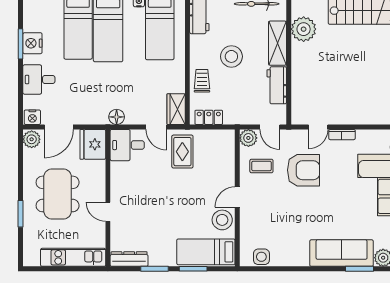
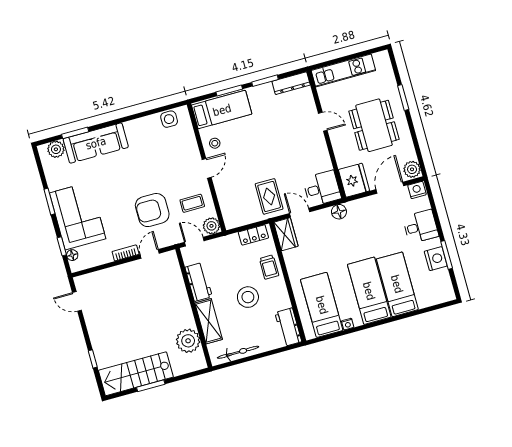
stool: (222, 220) -> (215, 143), width x0.53, depth x0.53

